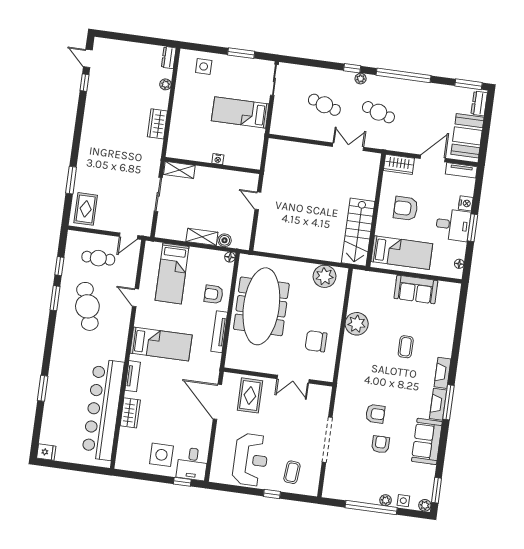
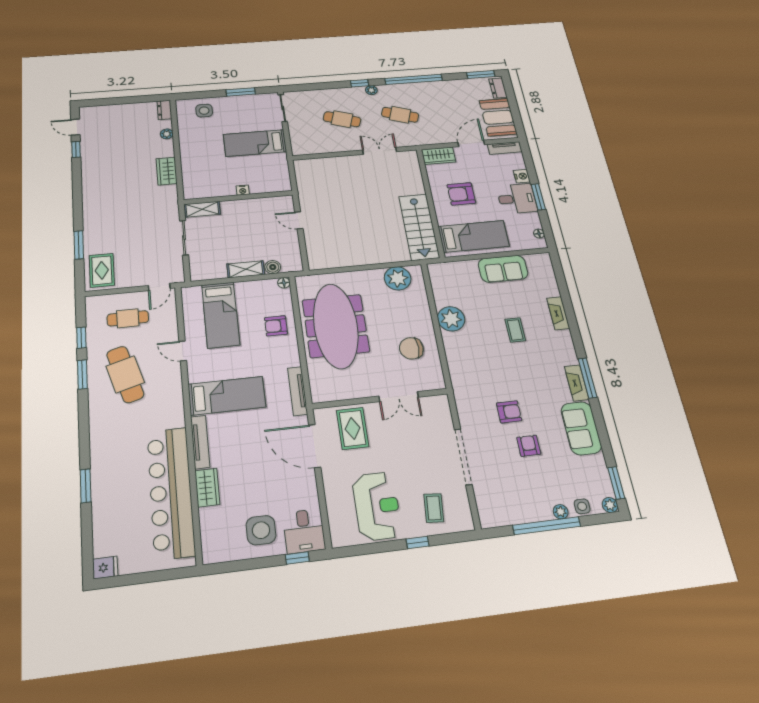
tv unit: (219, 332) -> (298, 391), moved
fireplace: (442, 373) -> (558, 313), moved
tv unit: (133, 376) -> (200, 442), width x1.41

